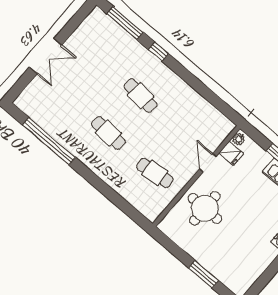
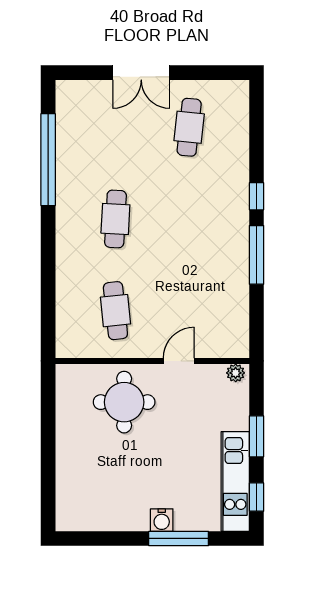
window: (125, 23) -> (256, 255), moved
cafe table: (140, 96) -> (189, 127), moved
fridge: (231, 153) -> (212, 378), removed
window: (204, 274) -> (48, 465), removed

